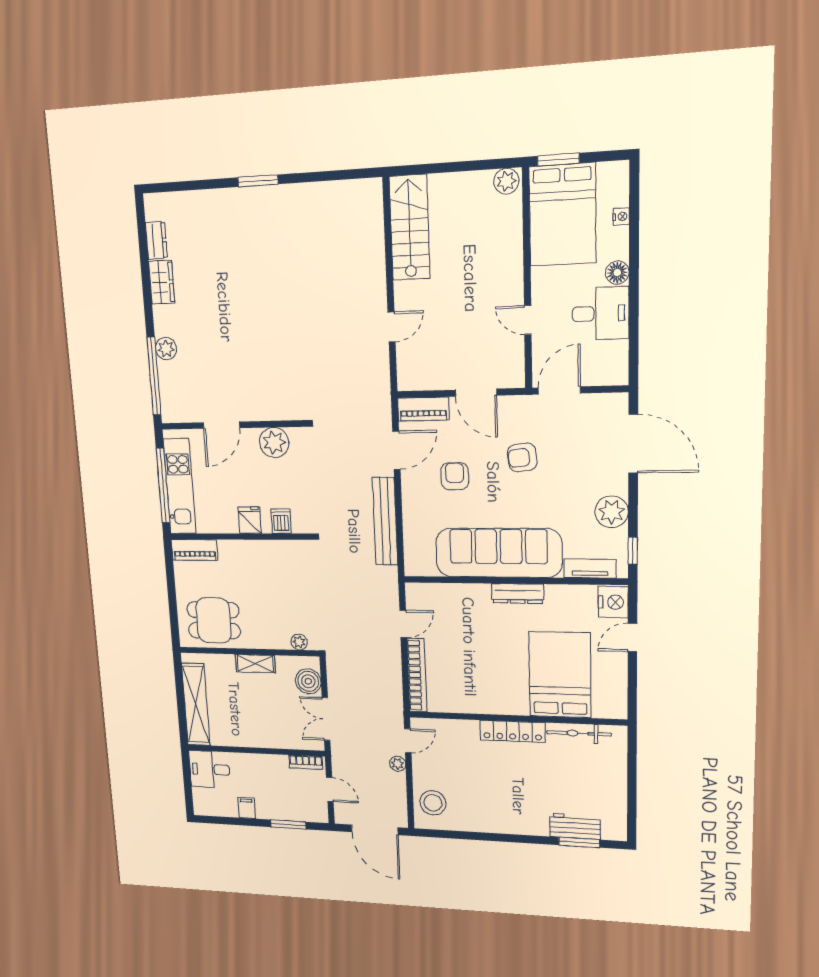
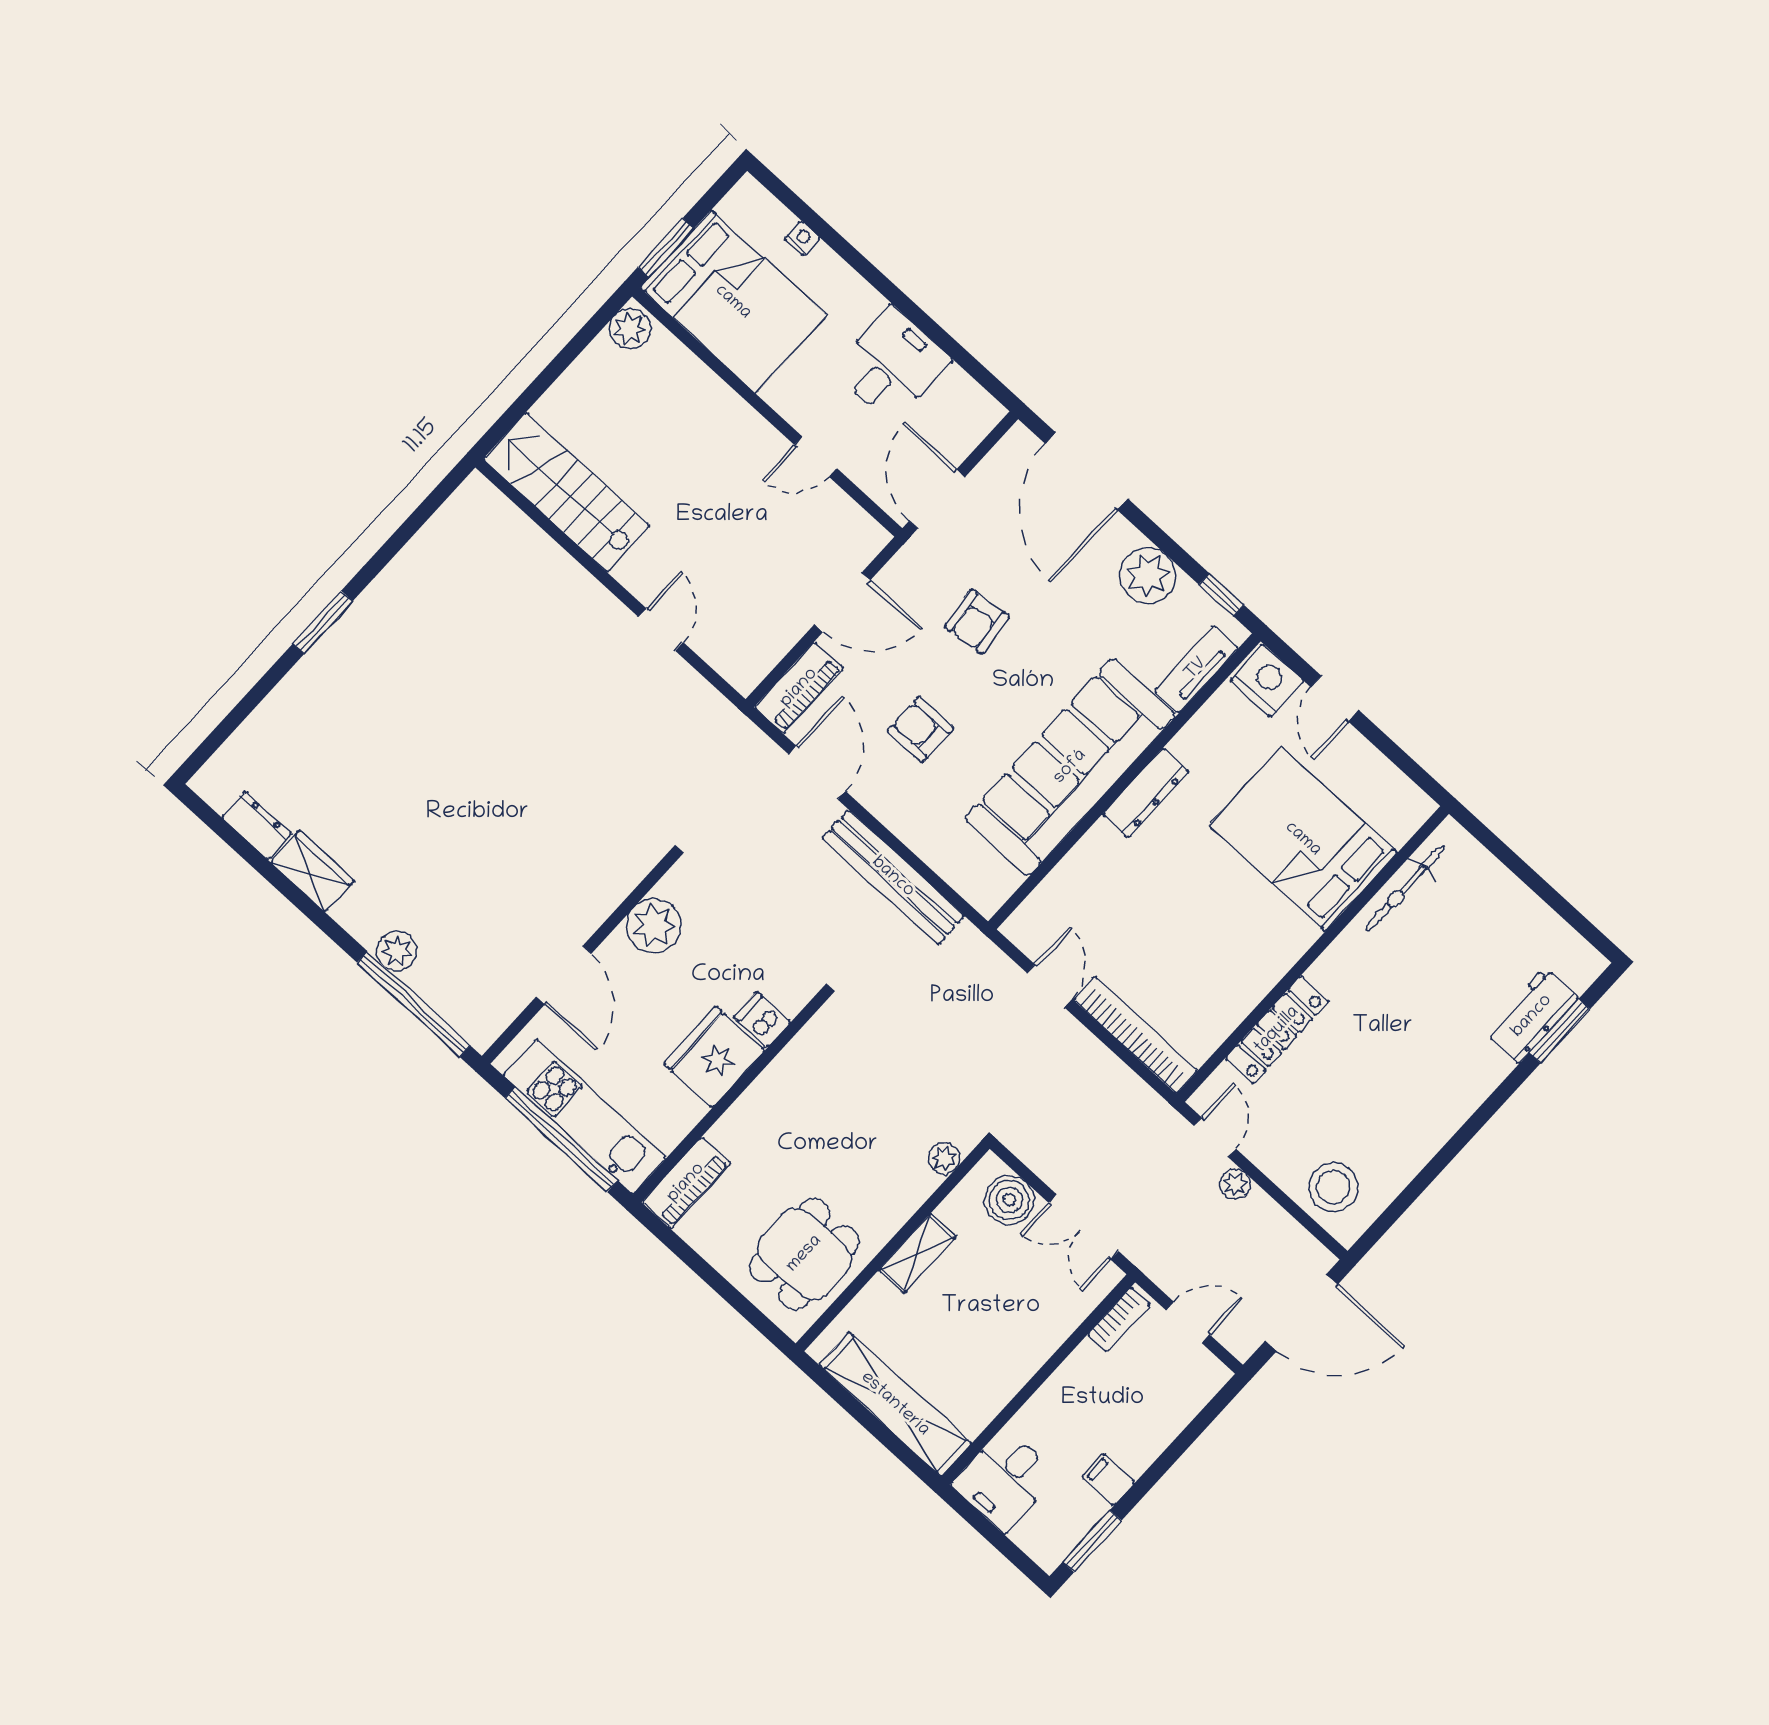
floor lamp: (617, 273) -> (863, 302), removed
door: (633, 444) -> (1087, 471), swing flipped
fridge: (250, 520) -> (714, 1057), width x1.88, depth x1.34
locker: (513, 731) -> (1277, 1030), moved
window: (288, 824) -> (1092, 1541), moved

